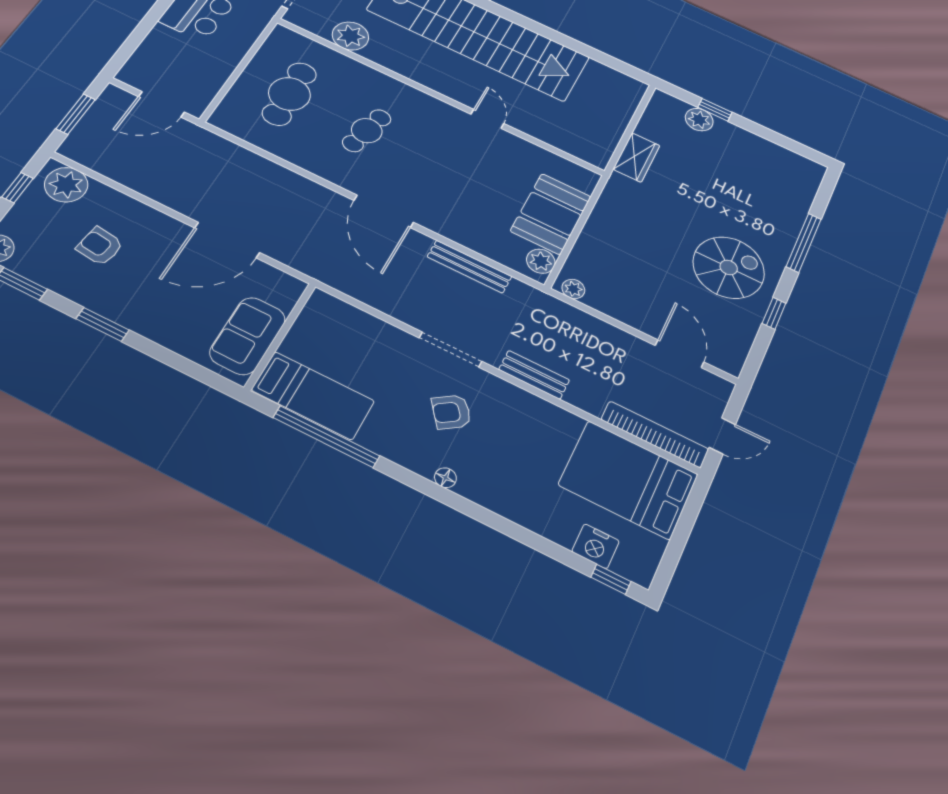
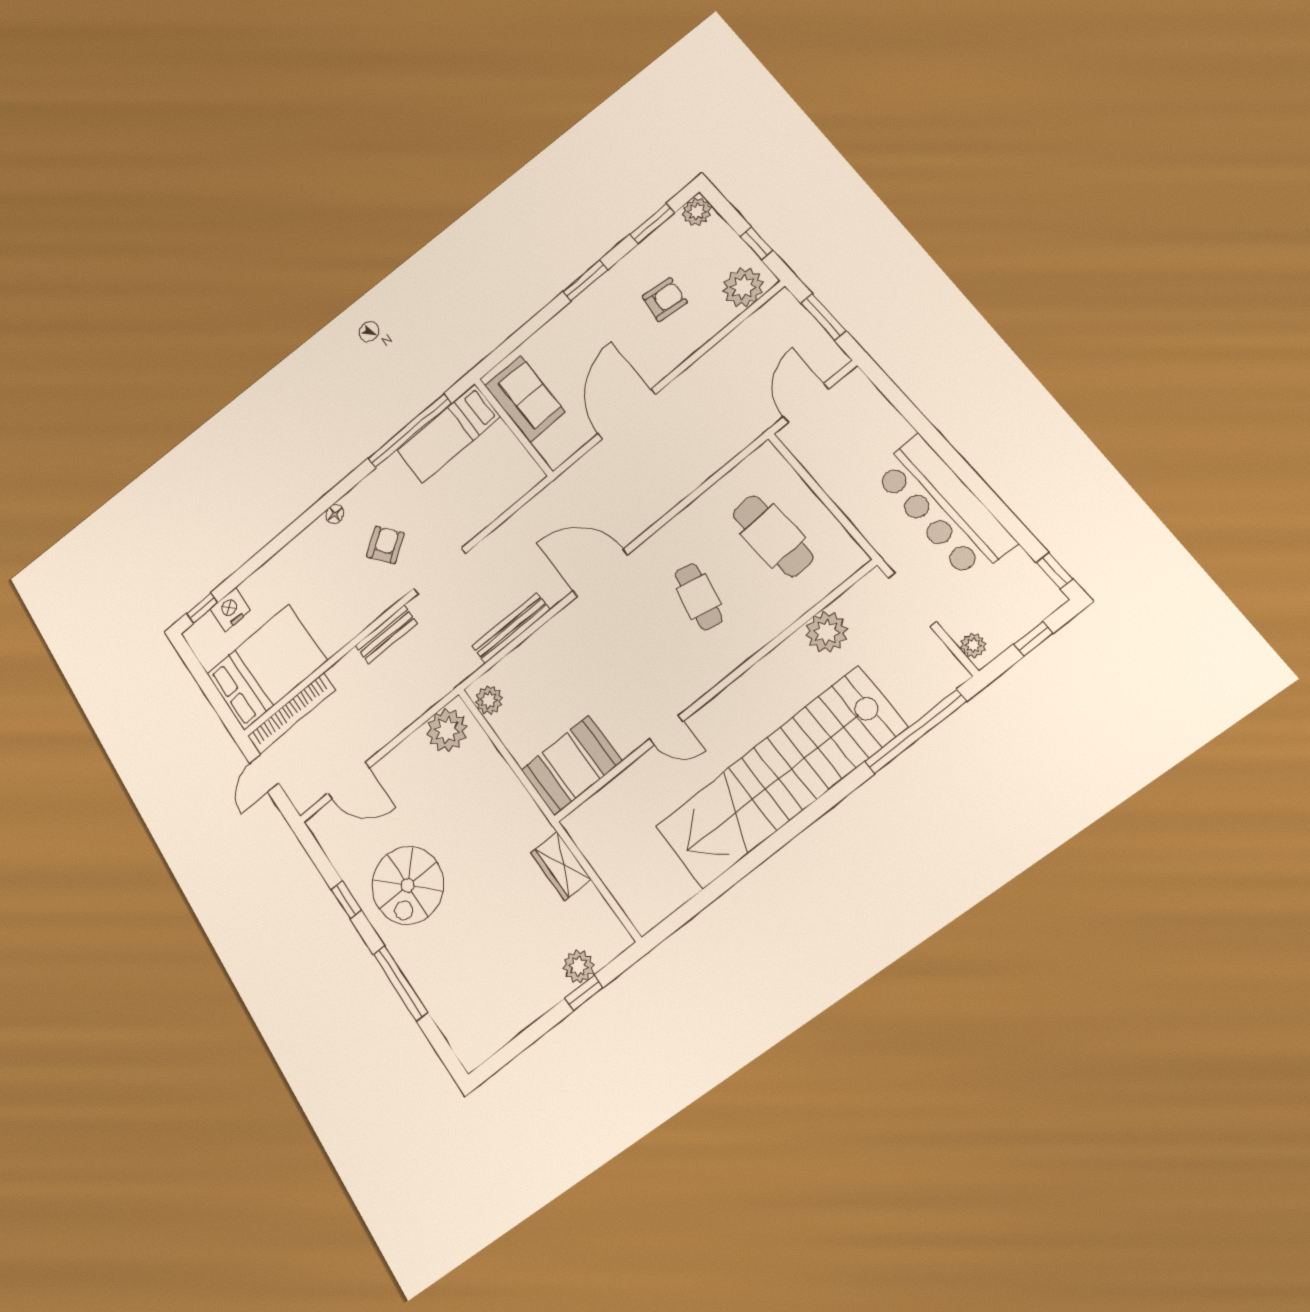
booth: (551, 214) -> (571, 765), moved, turned 90
plant: (573, 289) -> (447, 730), width x1.88, depth x1.88

